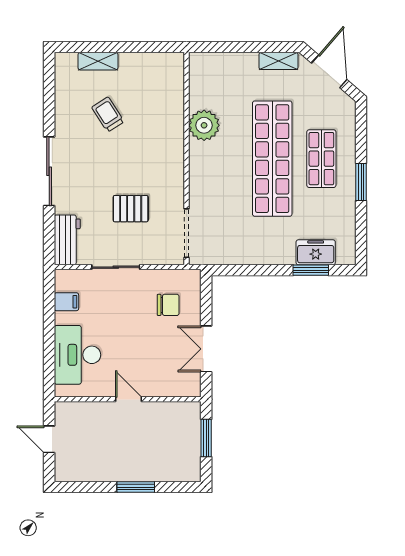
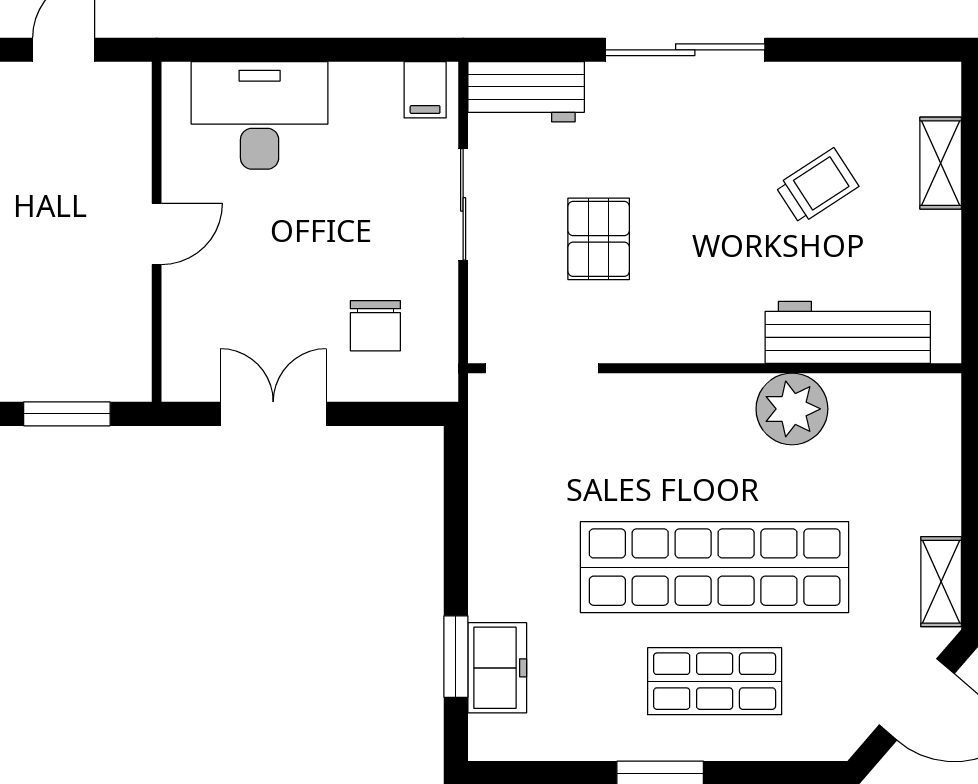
workbench: (171, 101) -> (848, 332), added
filing cabinet: (66, 302) -> (425, 90), moved

